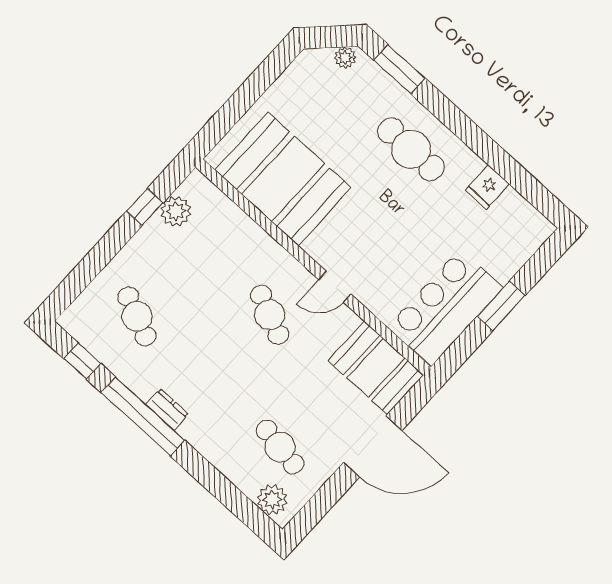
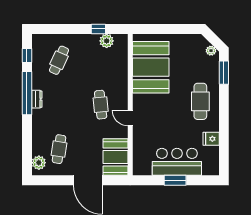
bar counter: (446, 307) -> (177, 162), moved
cafe table: (270, 315) -> (101, 105), turned -30

